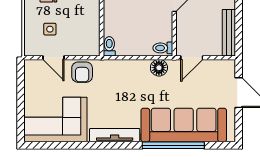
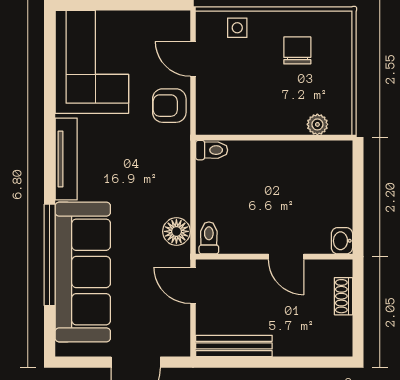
side table: (50, 29) -> (237, 28), moved
door: (53, 58) -> (193, 59), hinge flipped

